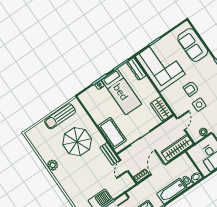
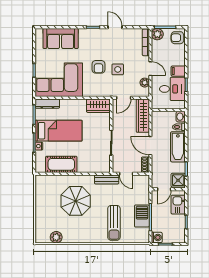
sun lounger: (60, 116) -> (114, 223), moved
door: (181, 124) -> (124, 98), swing flipped
cot: (112, 133) -> (61, 164), moved
plant: (53, 165) -> (56, 237), moved

